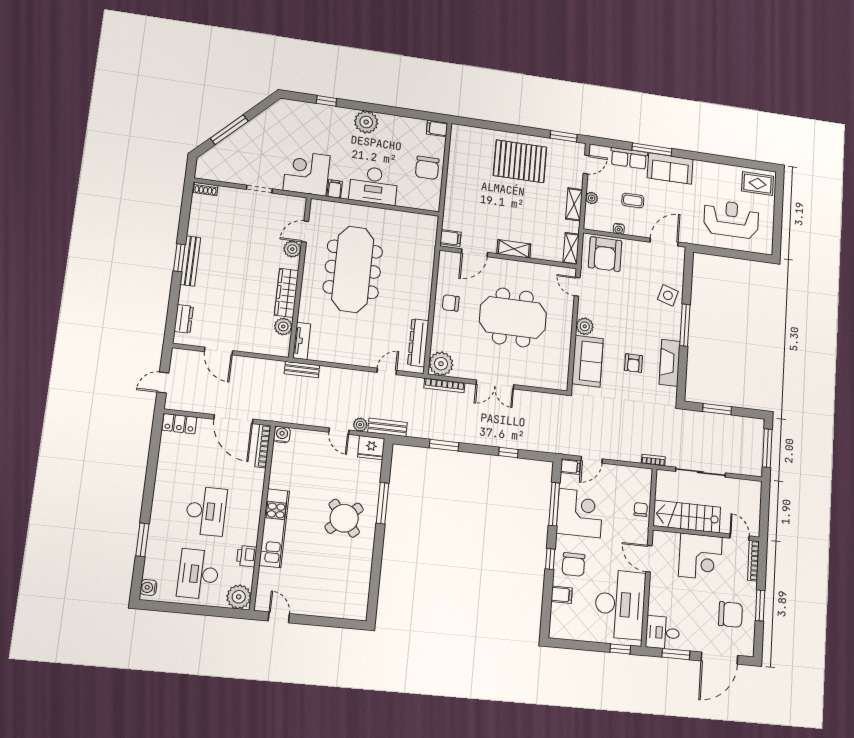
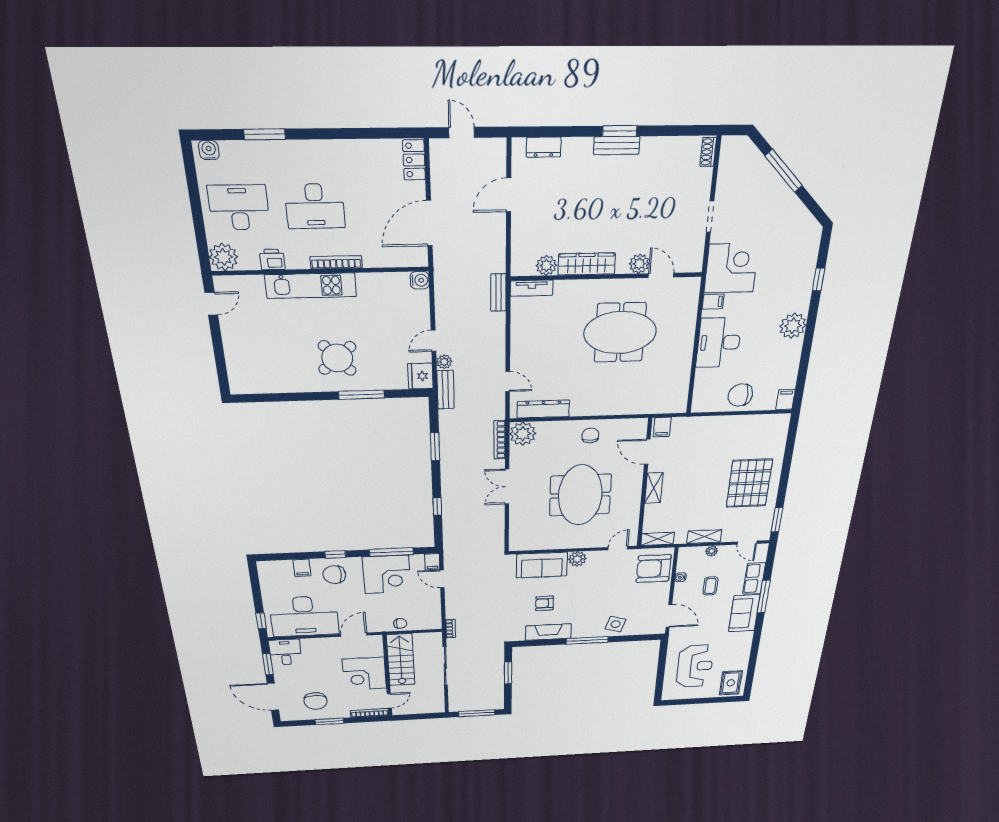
bench: (190, 261) -> (617, 146), width x0.73
meeting table: (353, 269) -> (620, 333), width x0.73
bookcase: (263, 446) -> (336, 262), moved

